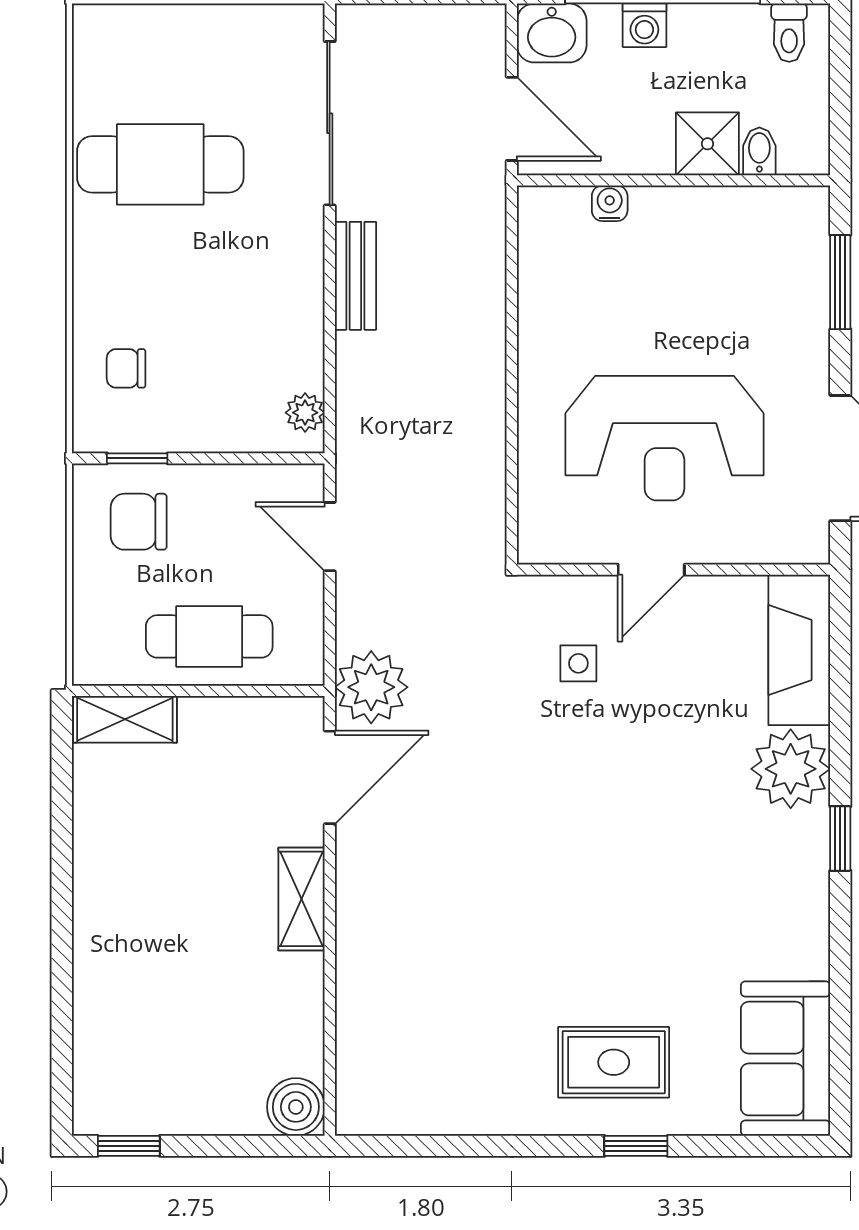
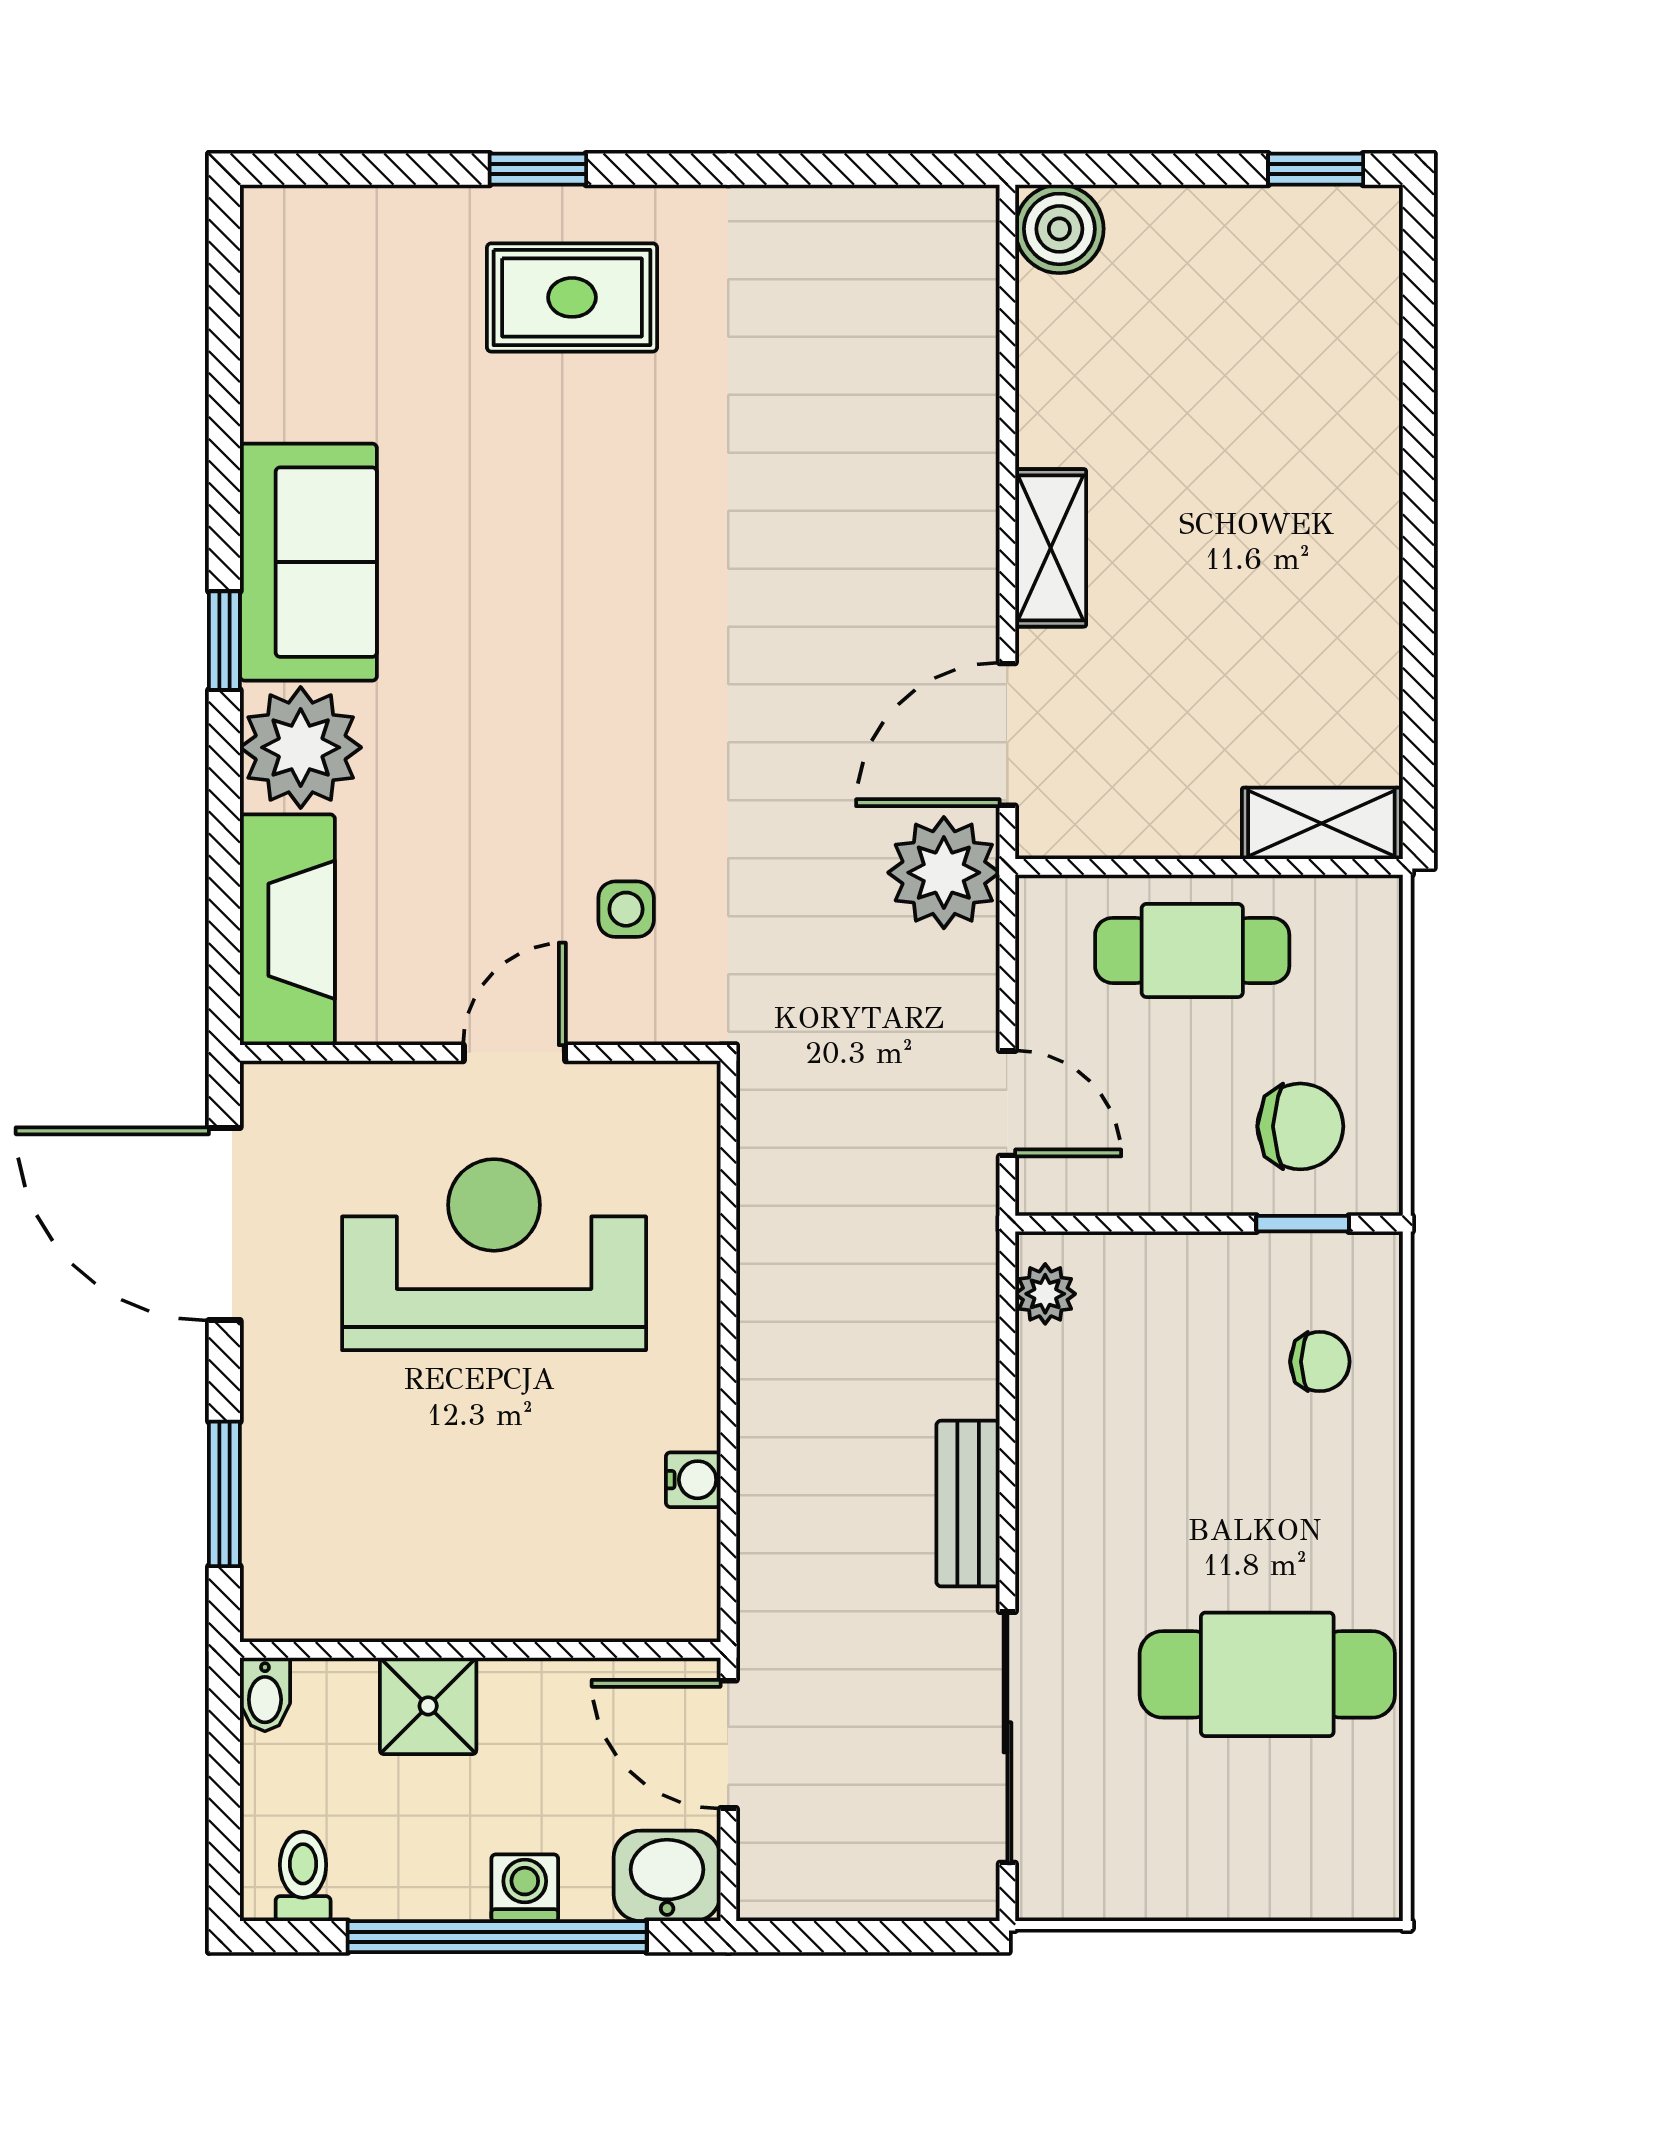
bidet: (759, 151) -> (265, 1694), moved
water cooler: (610, 203) -> (693, 1480), moved, turned -90
sofa: (786, 1059) -> (308, 562), moved

